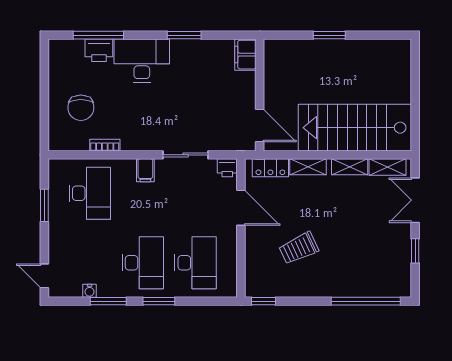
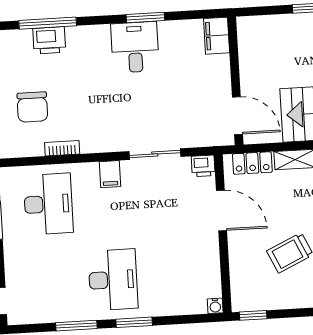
desk: (142, 61) -> (135, 47), moved, width x0.73
desk: (195, 263) -> (173, 276), removed
water cooler: (90, 291) -> (215, 306), moved

